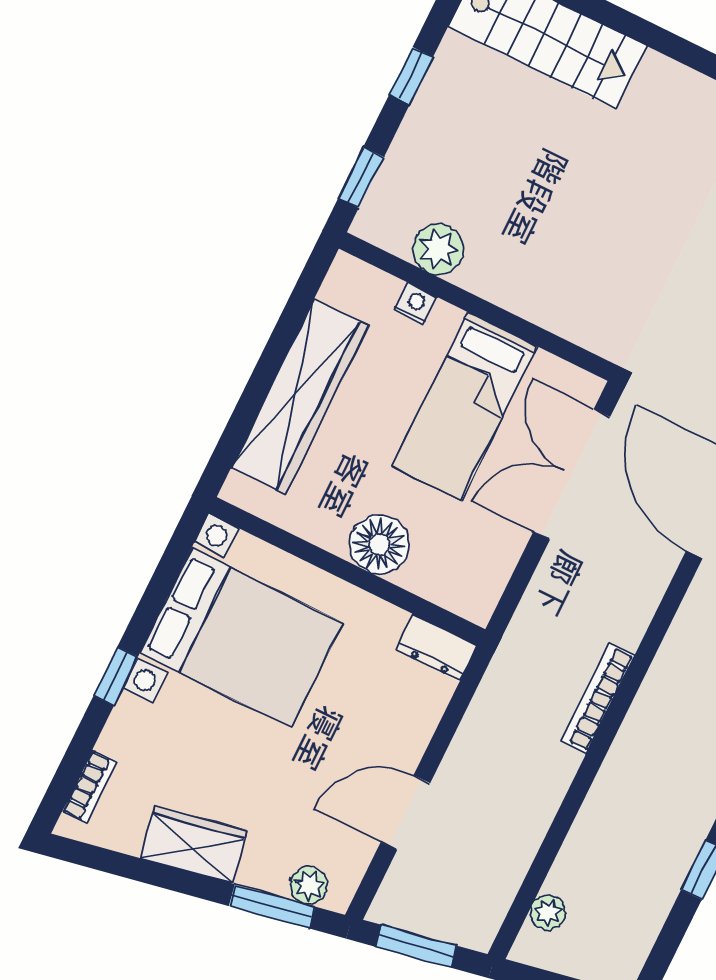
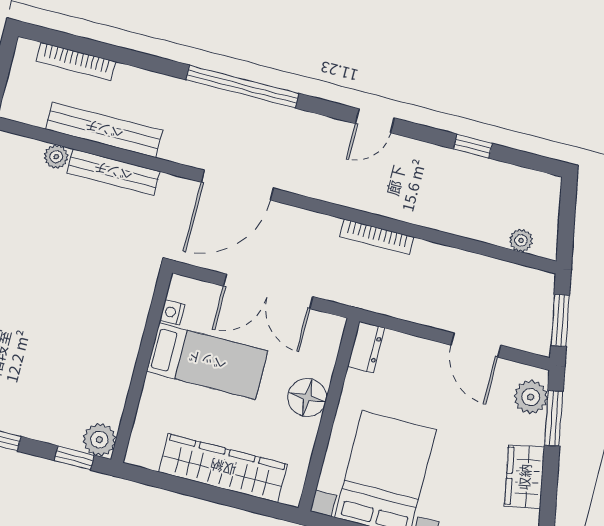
plant: (438, 249) -> (99, 440), moved
nightstand: (416, 304) -> (172, 312), moved
double door: (572, 474) -> (268, 291), moved
plant: (309, 885) -> (531, 397), width x1.38, depth x1.38

